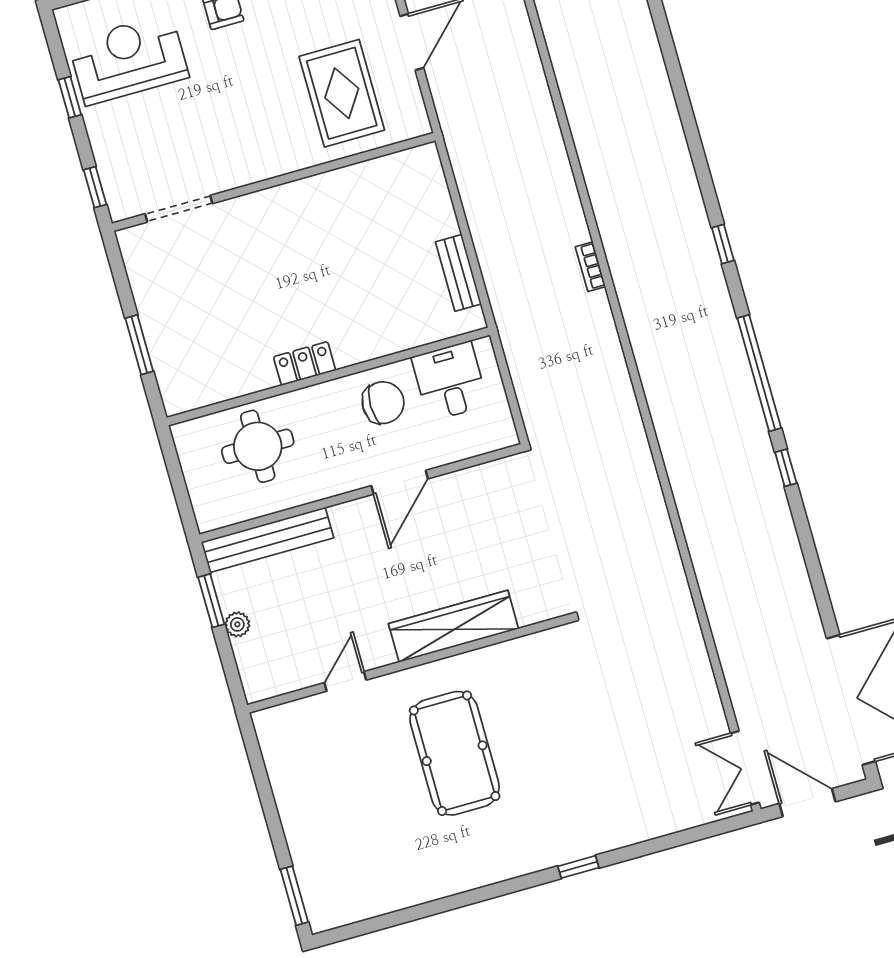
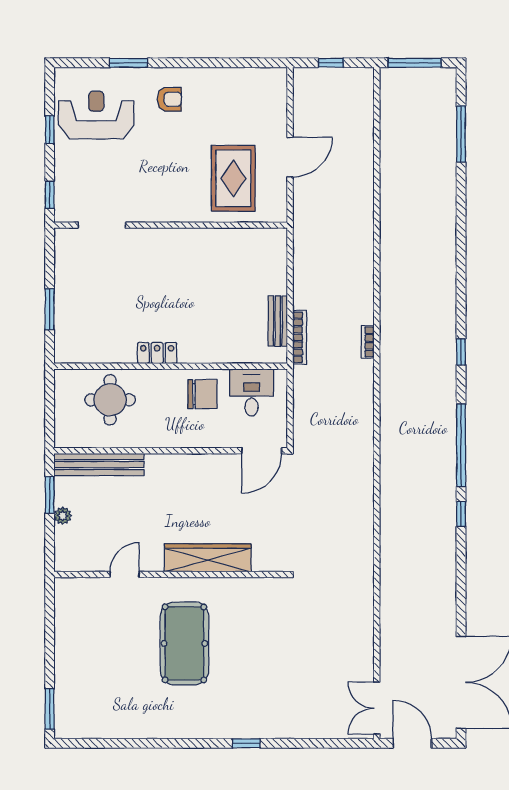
bookcase: (495, 287) -> (300, 337), added
door: (400, 482) -> (262, 451), moved

